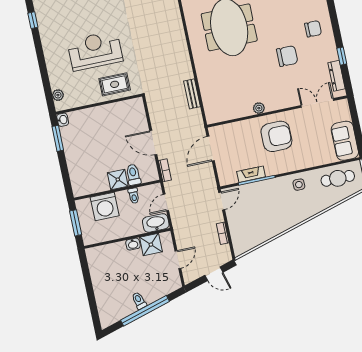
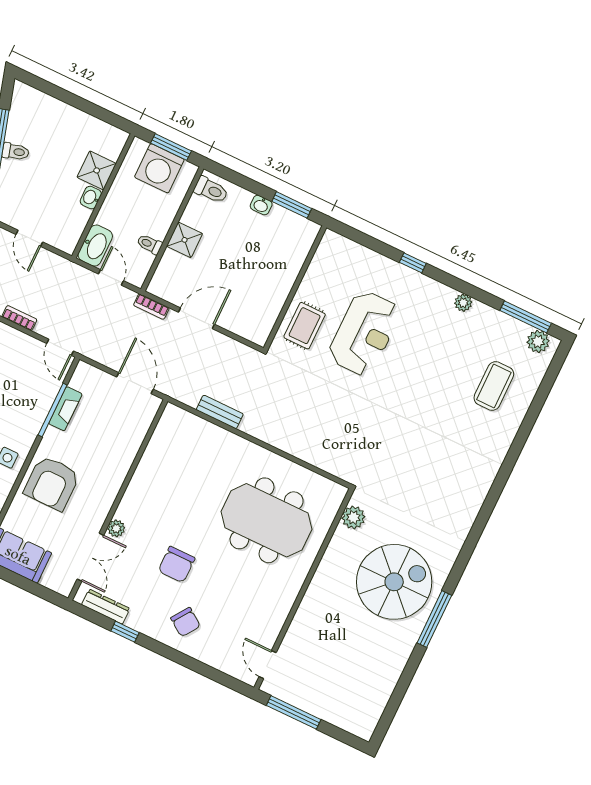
window: (33, 20) -> (413, 263), moved
chair: (313, 29) -> (186, 622), turned -55
plant: (58, 95) -> (463, 303), moved
plant: (259, 108) -> (116, 528), moved
washbasin: (63, 120) -> (261, 205), moved
armchair: (276, 136) -> (52, 483), moved
toilet: (133, 175) -> (211, 190), moved
washing machine: (105, 206) -> (159, 168), moved, turned -90
shower: (151, 245) -> (97, 170), moved

